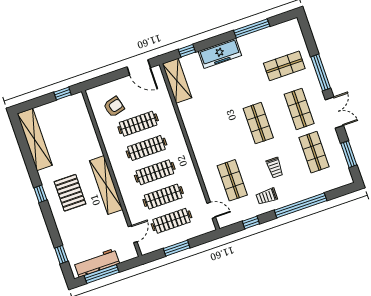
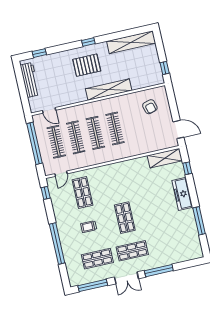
shop shelf: (284, 66) -> (167, 243), removed
door: (139, 67) -> (178, 129), swing flipped
shop shelf: (258, 123) -> (125, 218), turned 90
clothes rail: (138, 124) -> (135, 124), removed
window: (349, 154) -> (93, 285), width x1.44
shop shelf: (232, 180) -> (82, 193), turned 90
shelving: (106, 185) -> (109, 90), moved
trolley: (267, 196) -> (67, 218), removed
window: (251, 222) -> (46, 193), moved
window: (177, 248) -> (34, 143), width x2.11
window: (102, 274) -> (21, 83), removed

